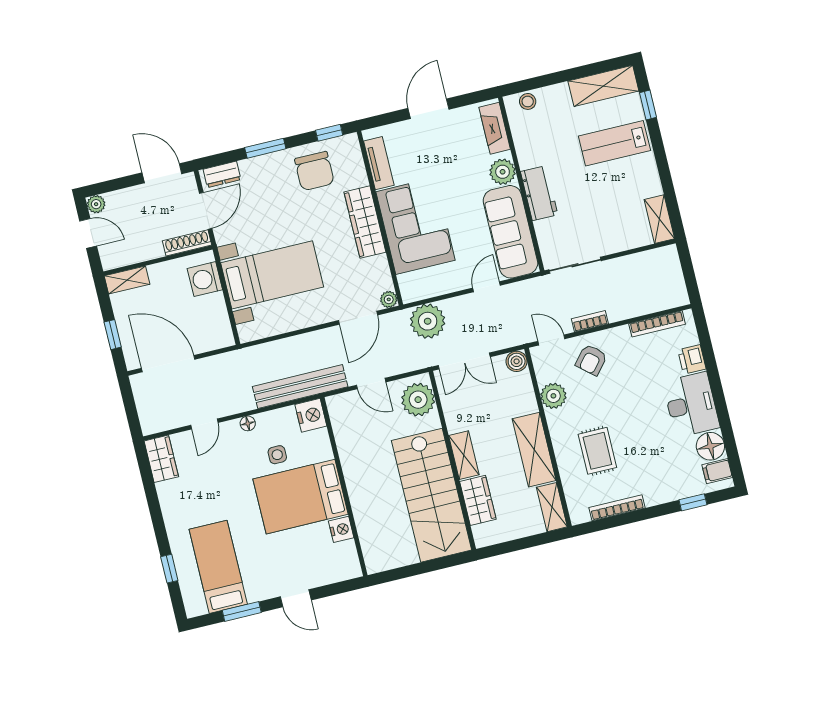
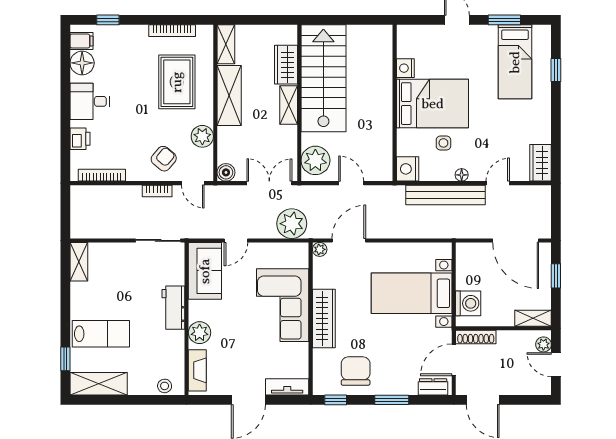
tv unit: (379, 163) -> (287, 387), moved, turned 90
plant: (96, 204) -> (543, 344), moved
sofa: (510, 232) -> (205, 271), width x0.73
bench: (300, 387) -> (445, 195), moved
desk: (691, 405) -> (90, 101), width x0.73
rug: (597, 451) -> (177, 82), width x1.36, depth x1.43

